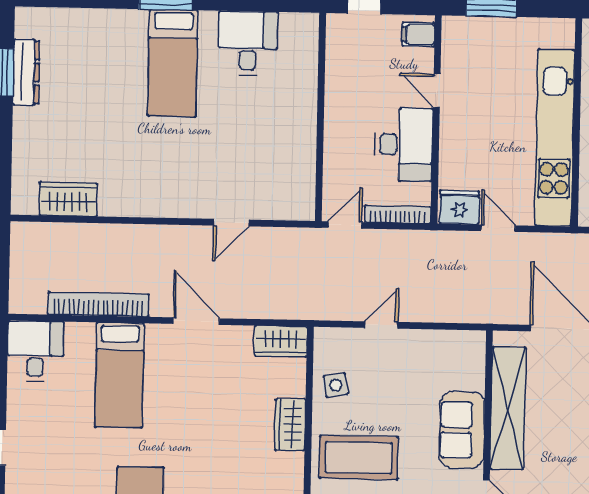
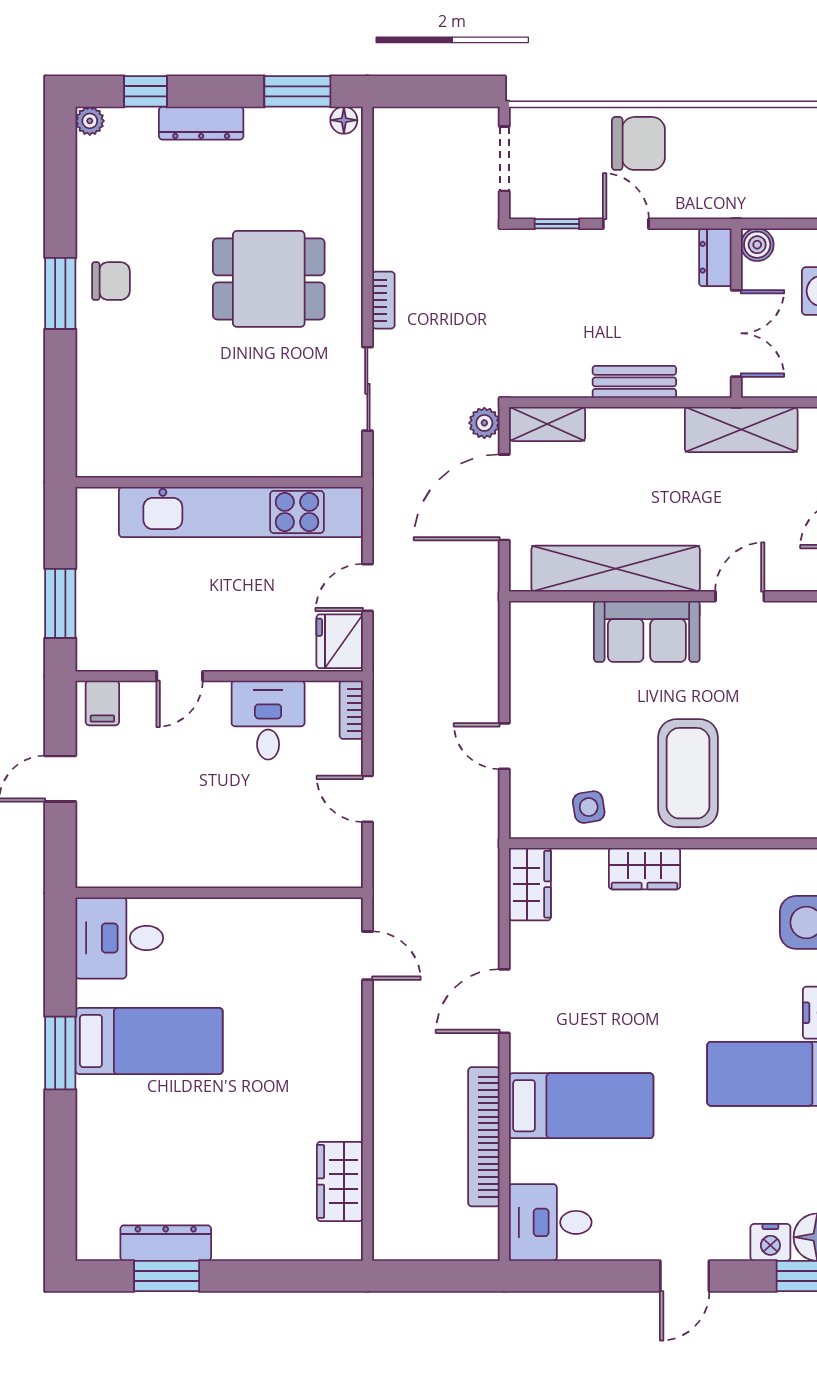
wall: (320, 117) -> (219, 893), moved
desk: (404, 144) -> (268, 720), width x0.73
bookcase: (398, 214) -> (351, 710), width x0.64

